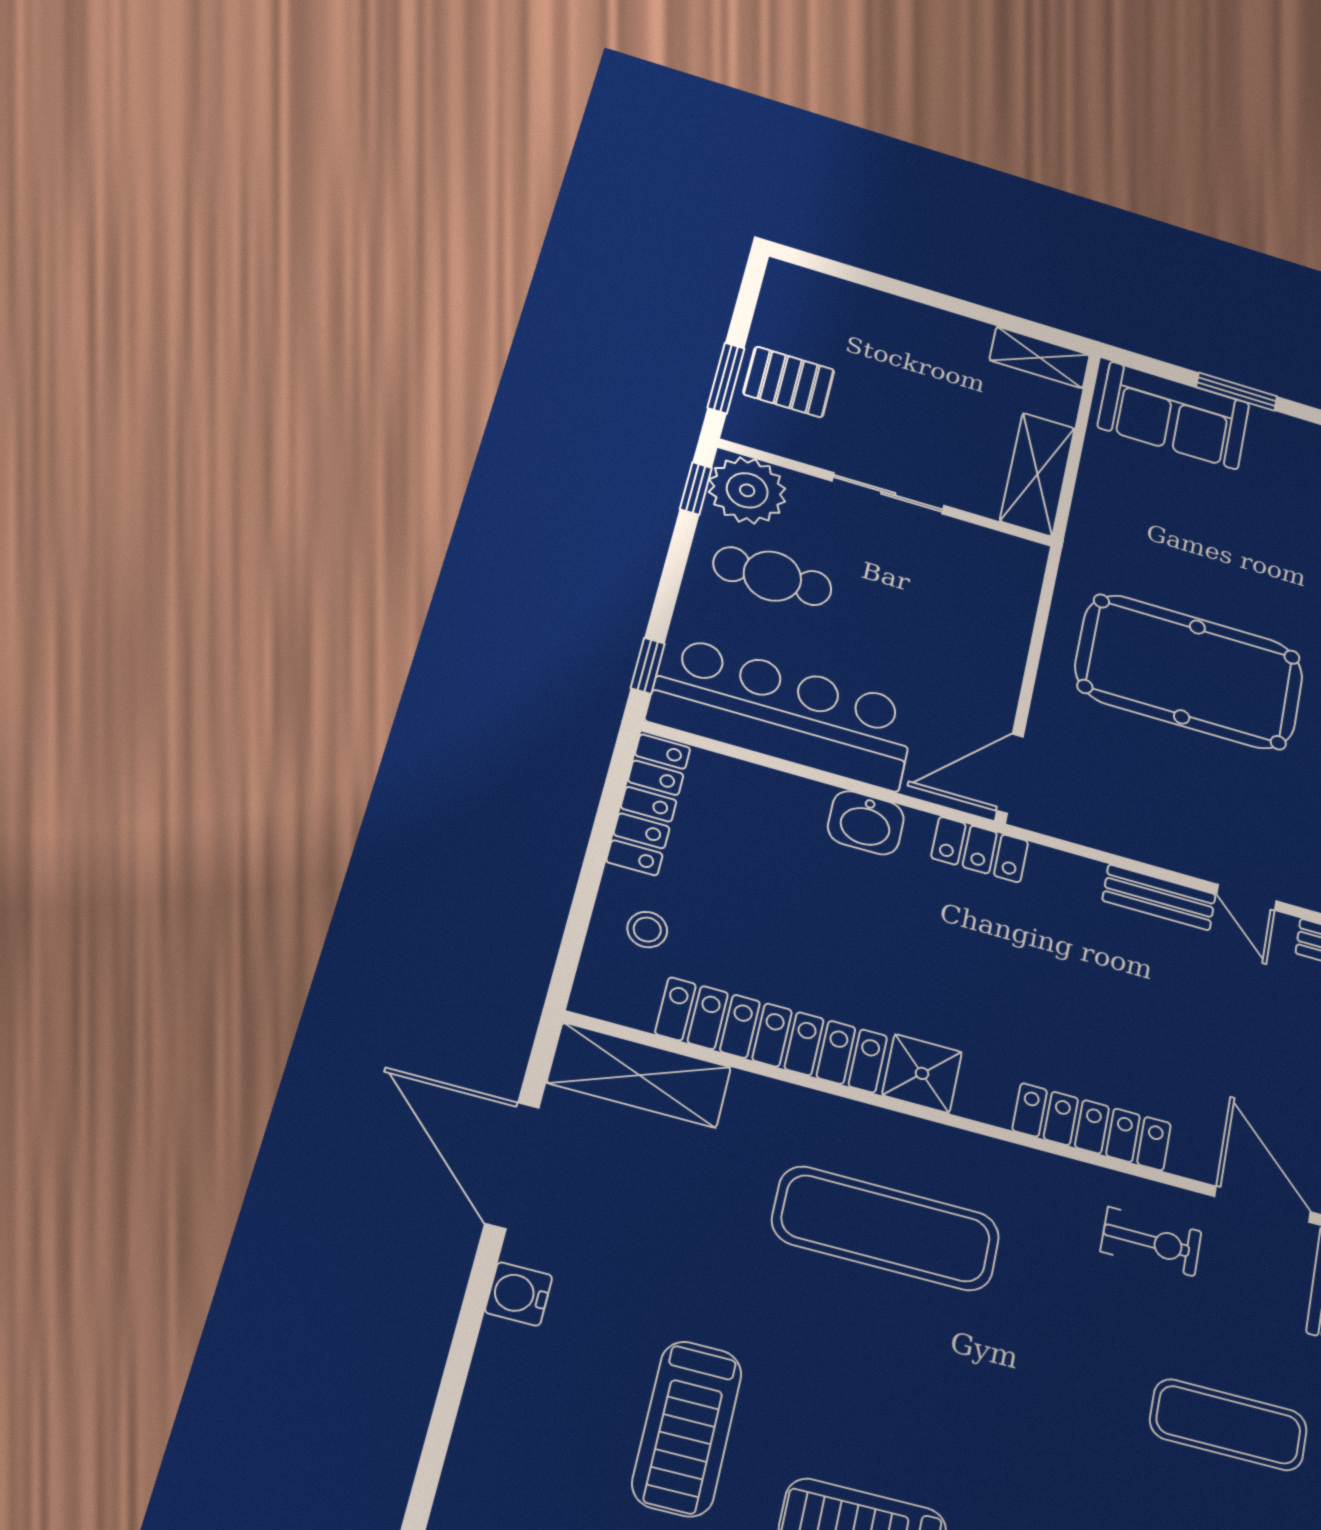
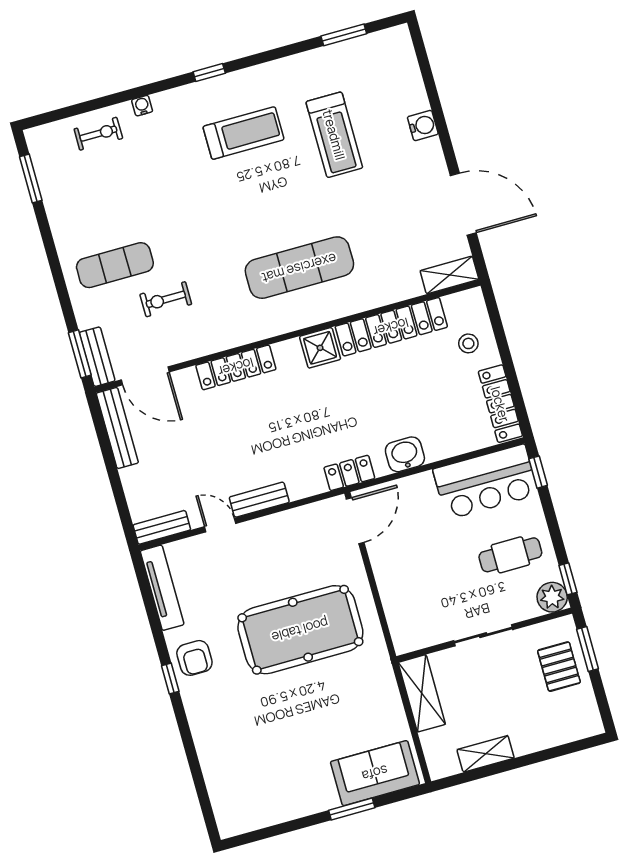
shelving: (1040, 357) -> (486, 754), moved
pallet: (789, 382) -> (559, 667), turned 90
plant: (747, 490) -> (552, 597), width x0.73, depth x0.73
bar counter: (782, 713) -> (486, 482), width x0.73
shelving: (639, 1075) -> (449, 275), width x0.67, depth x0.75
exercise bike: (1151, 1242) -> (166, 299), moved
water cooler: (519, 1294) -> (423, 126), moved
treadmill: (687, 1428) -> (334, 135), turned 180

